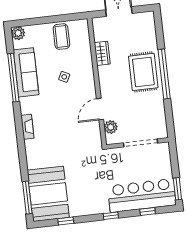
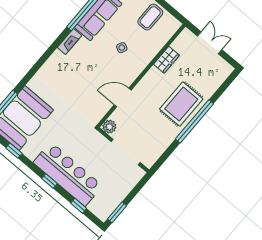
fireplace: (27, 127) -> (69, 42), moved
plant: (111, 127) -> (109, 127), moved
bar counter: (142, 196) -> (68, 174), moved

